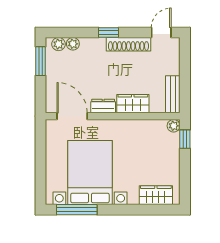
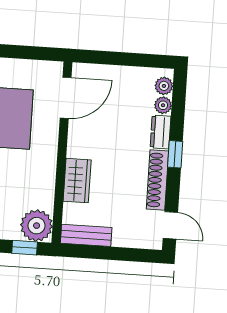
window: (41, 61) -> (142, 60), removed
dresser: (103, 106) -> (161, 132), moved, turned 180
plant: (174, 126) -> (37, 226), width x1.88, depth x1.88

